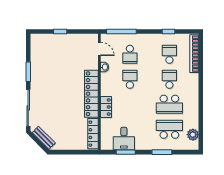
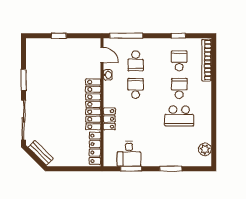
school desk: (169, 129) -> (179, 143), removed

